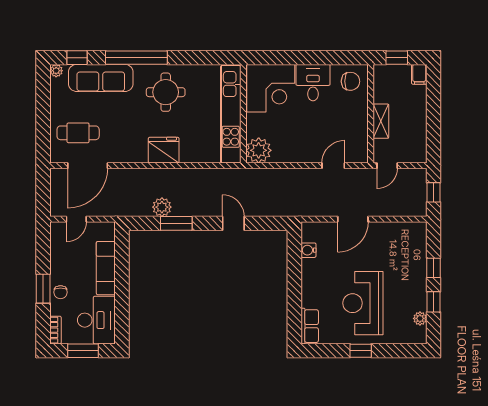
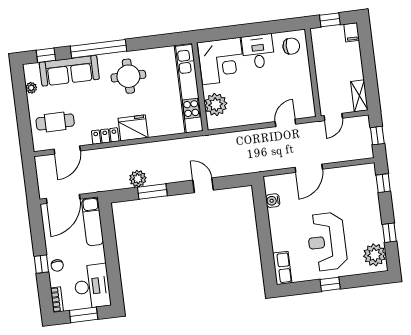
plant: (56, 71) -> (31, 88), moved
shelving: (381, 121) -> (359, 96), moved
plant: (259, 150) -> (216, 105), moved
locker: (132, 155) -> (105, 136), added
door: (88, 166) -> (67, 150), width x0.73
door: (76, 219) -> (63, 199), width x1.87
exam couch: (106, 268) -> (93, 222), moved
window: (433, 268) -> (383, 183), moved
window: (43, 289) -> (41, 264), width x0.67
plant: (420, 318) -> (375, 255), width x1.88, depth x1.88

